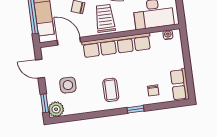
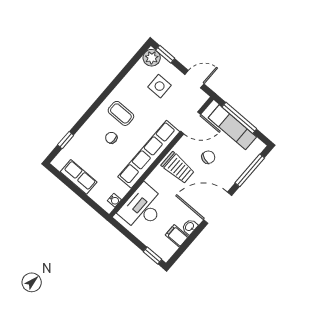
row of seats: (180, 85) -> (79, 177), moved
chair: (153, 90) -> (111, 138), moved
window: (135, 109) -> (66, 140), moved

